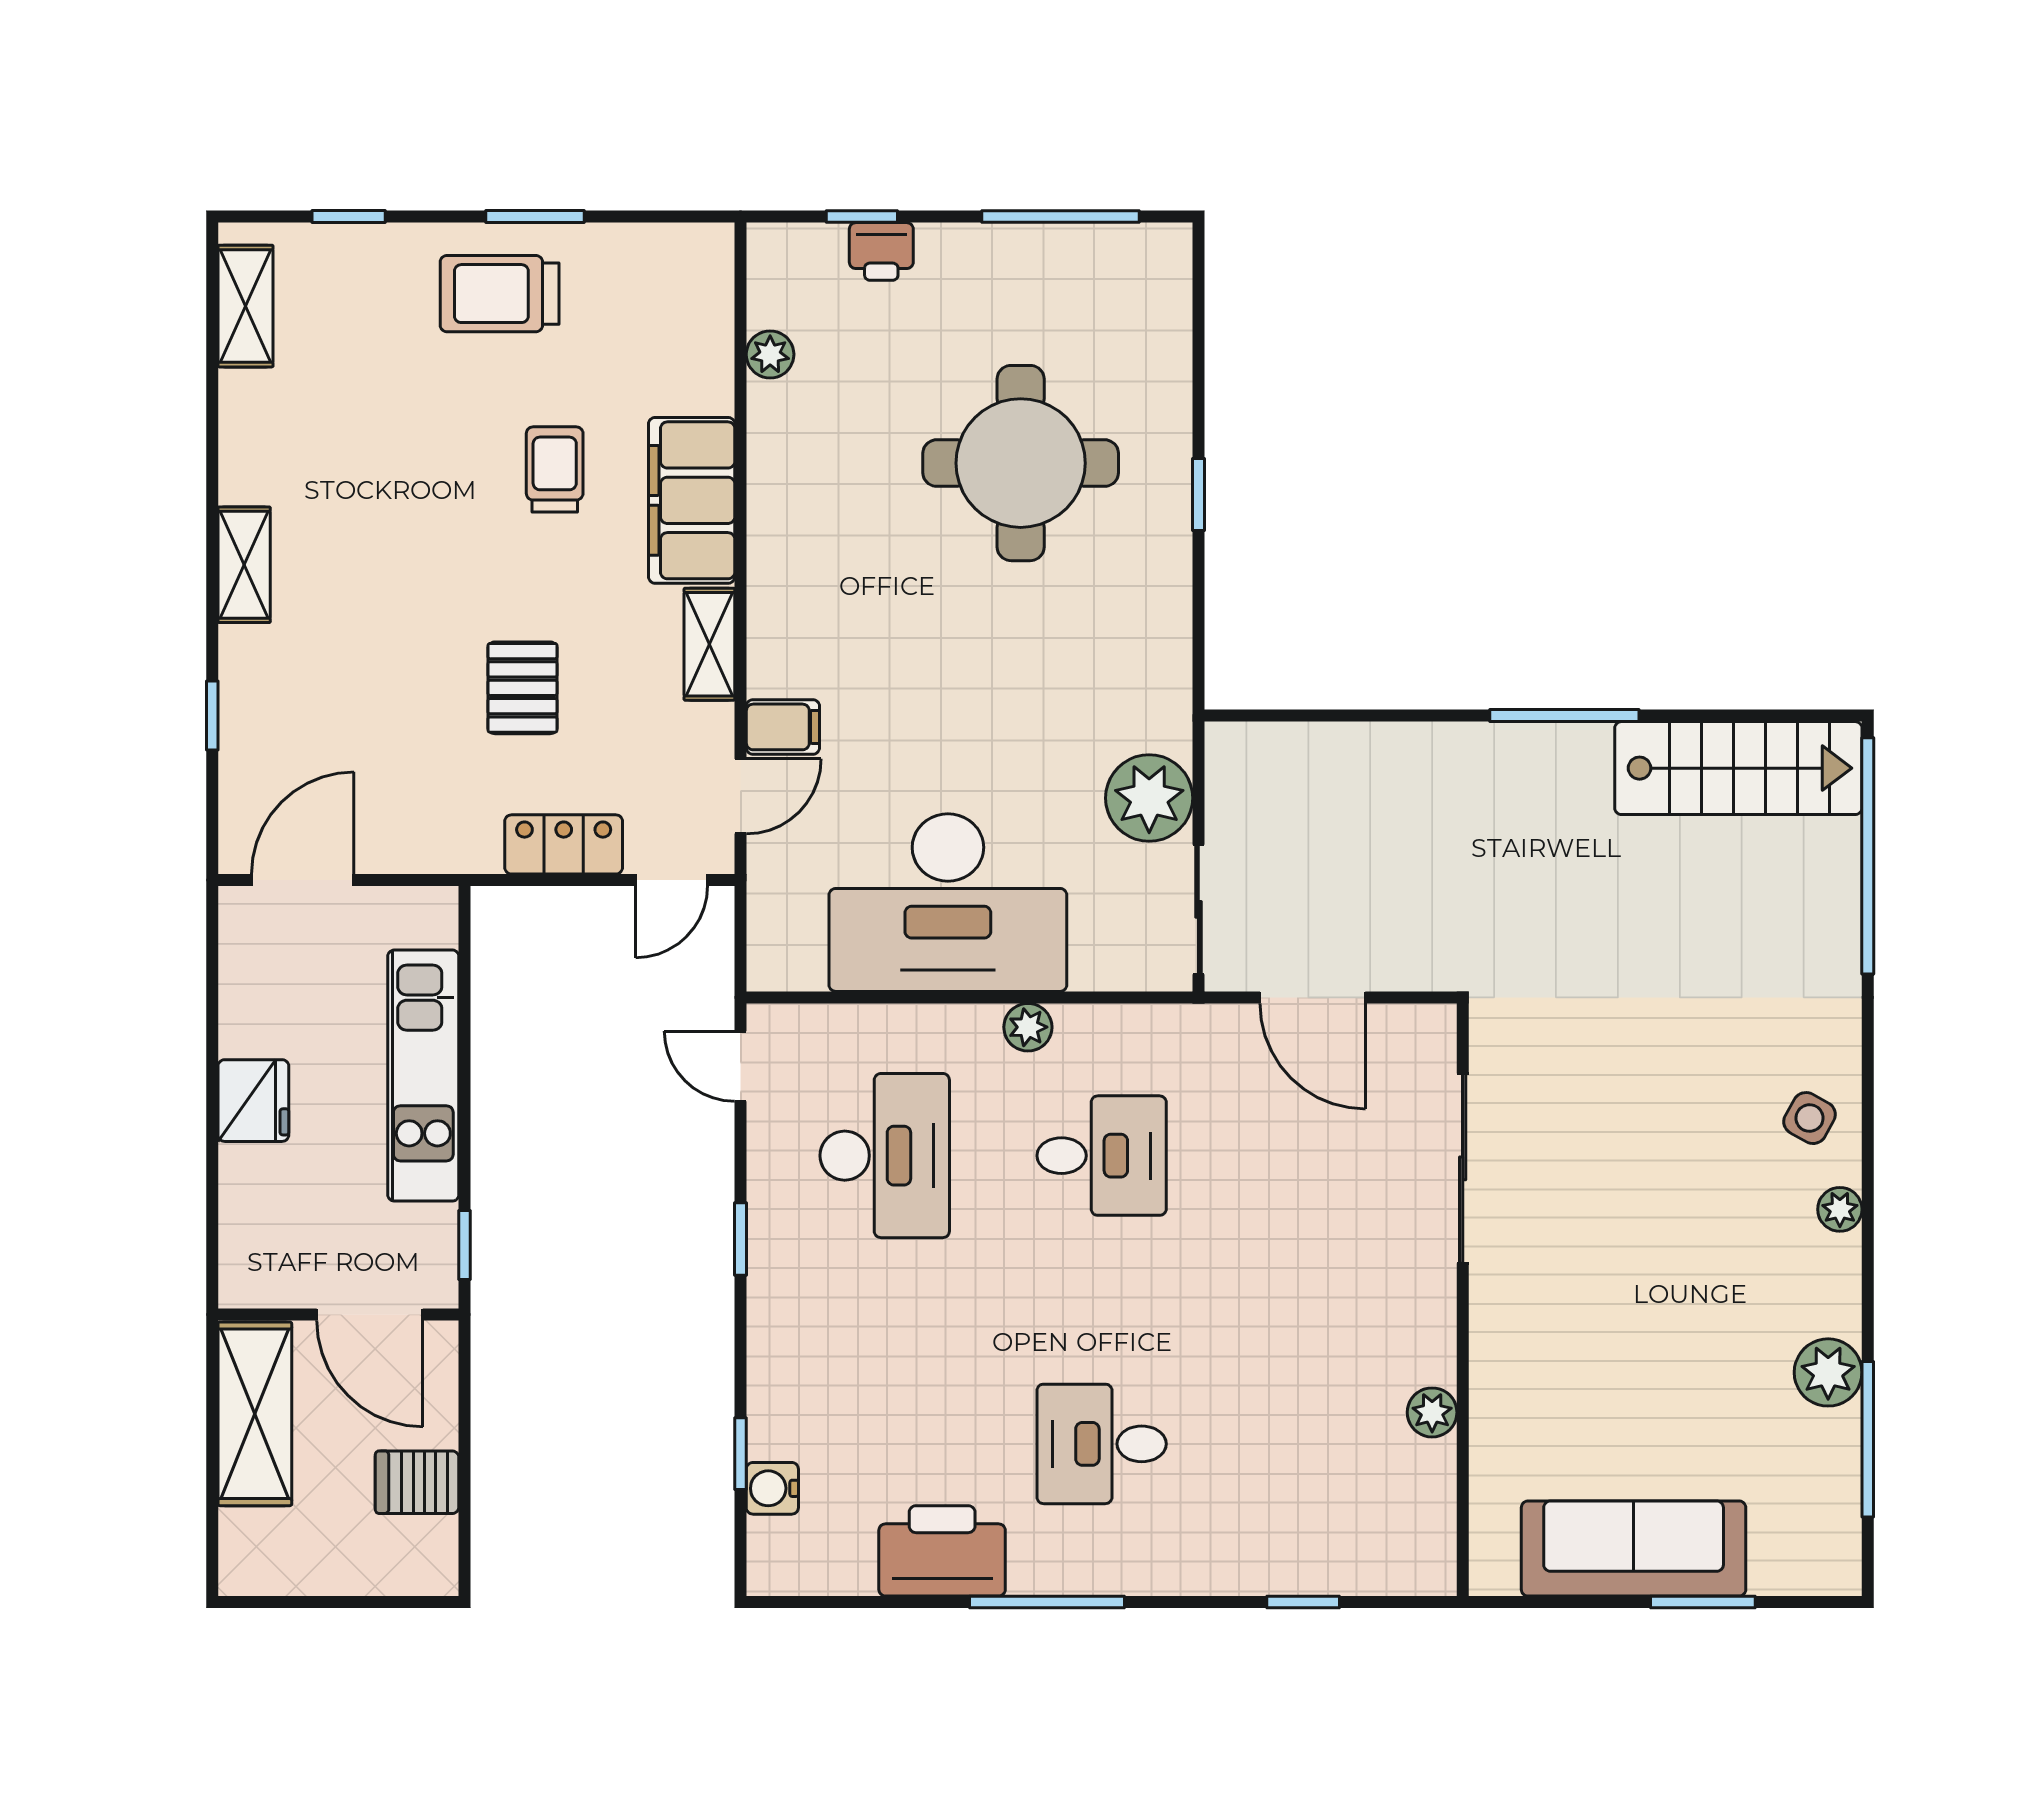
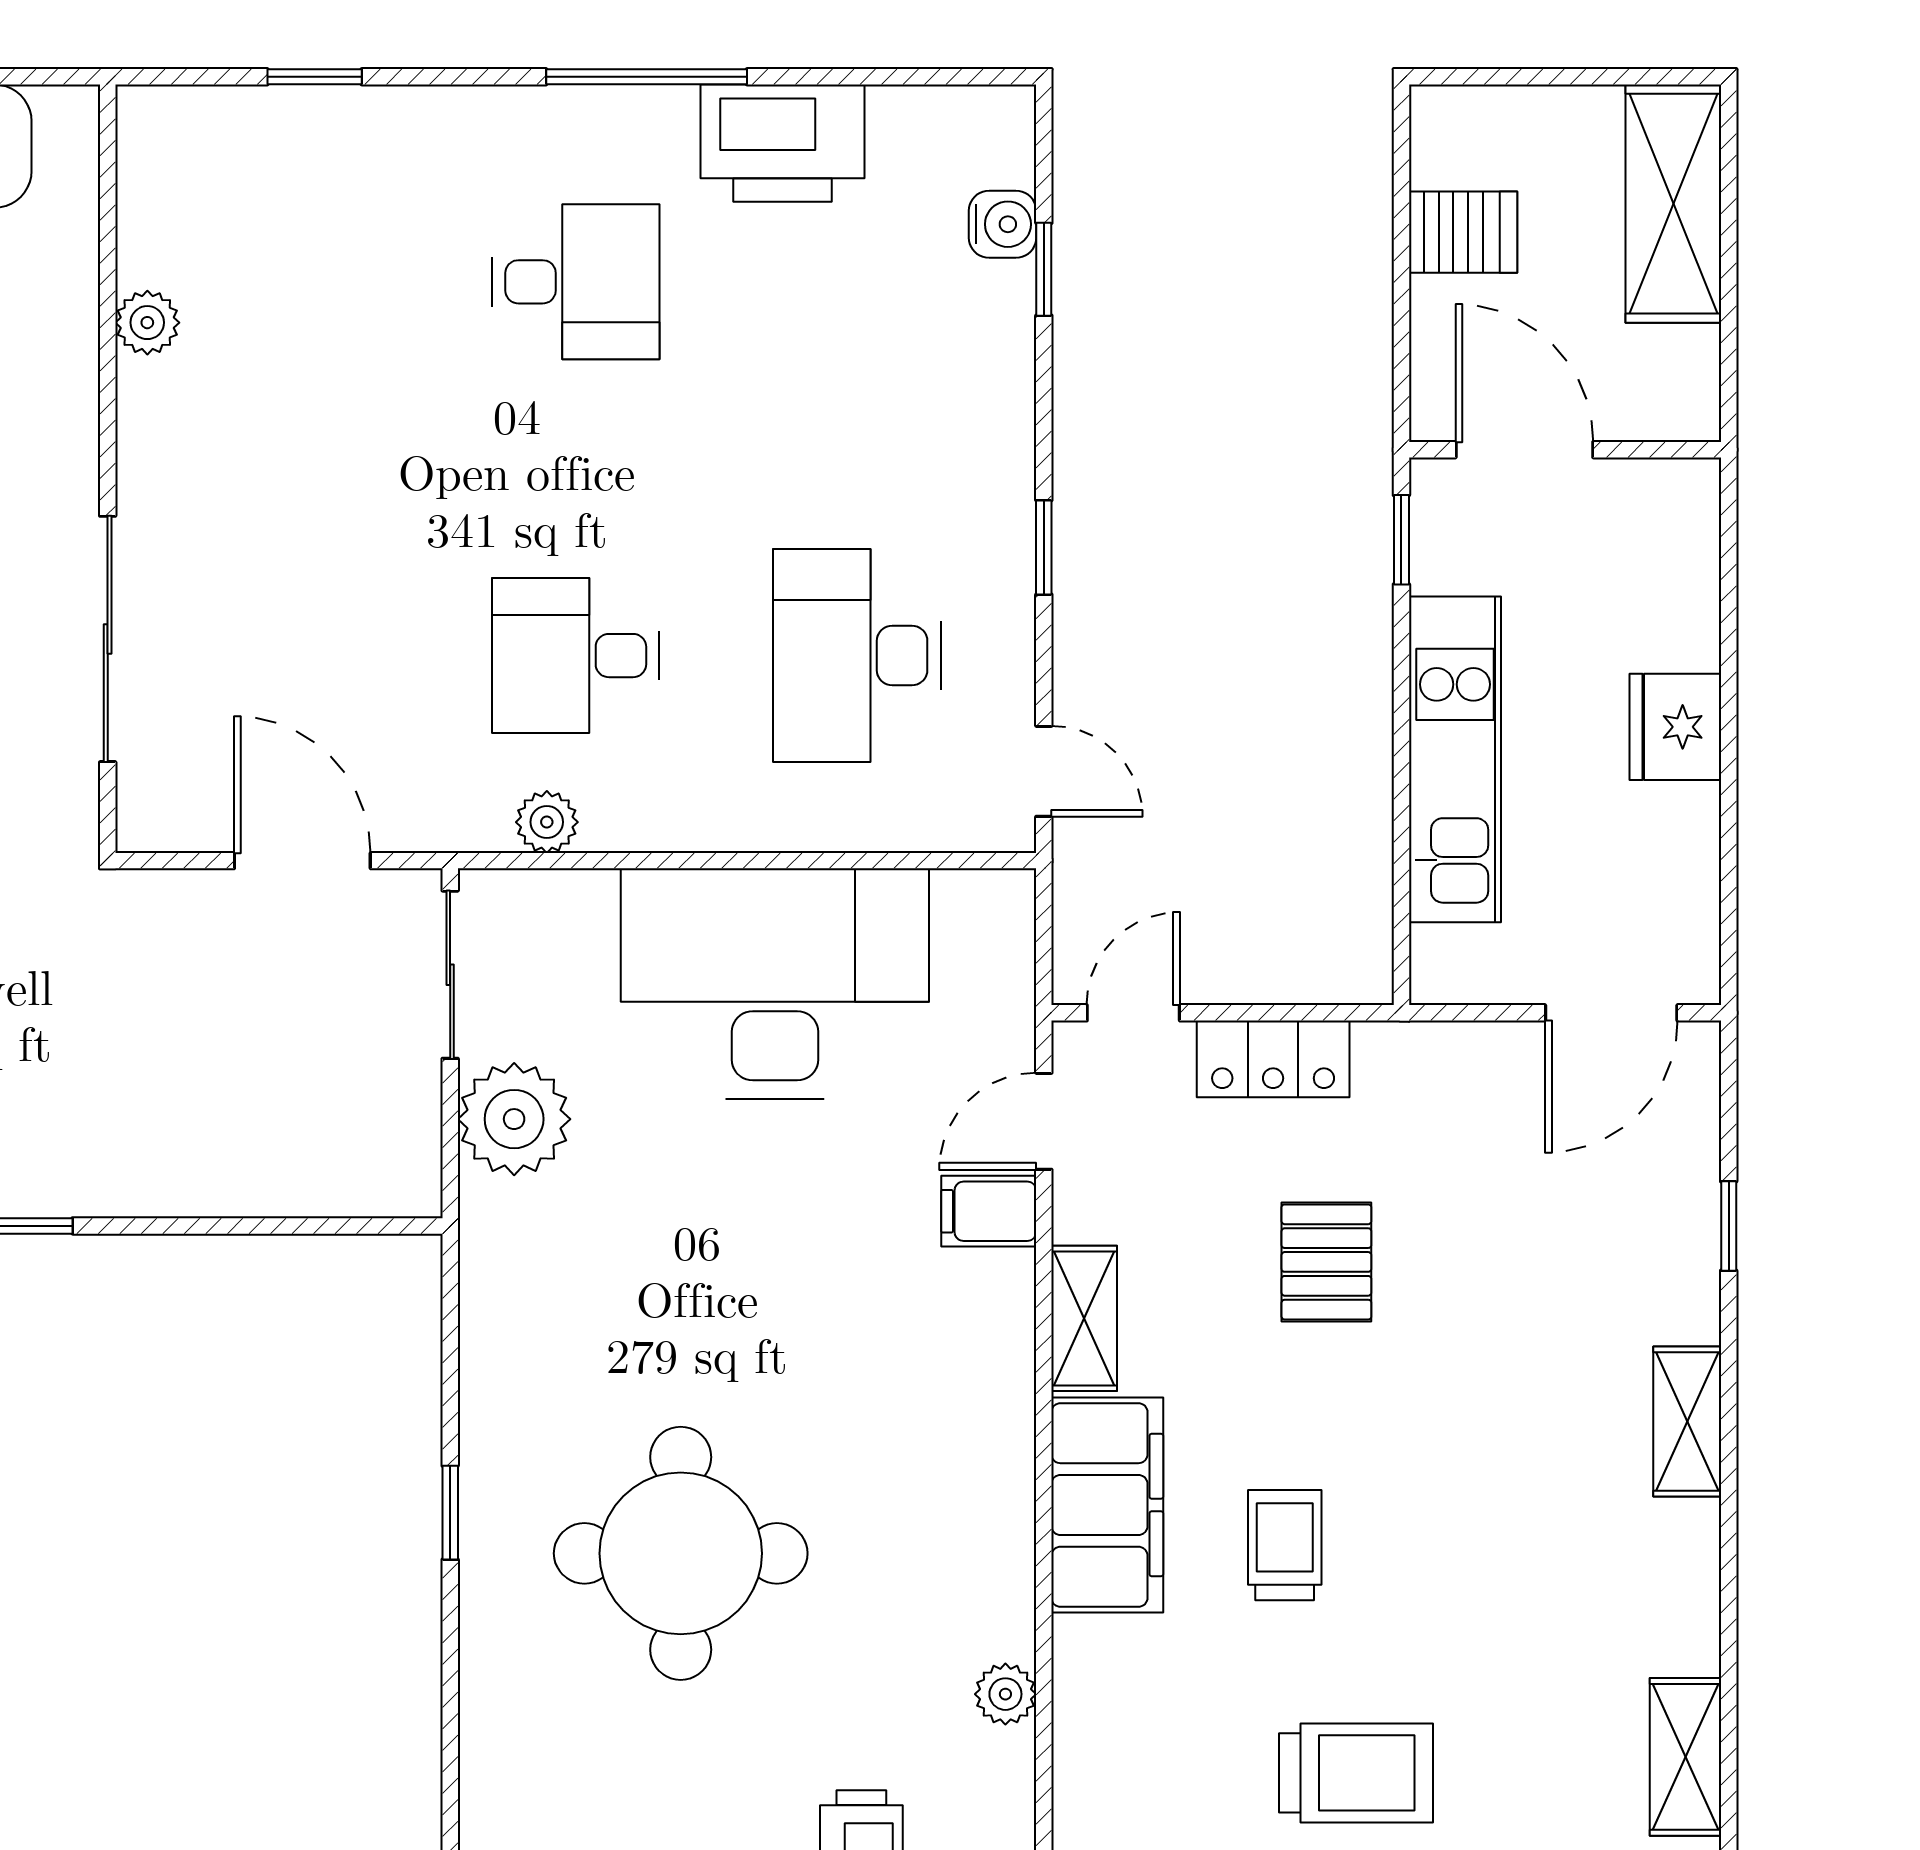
trolley: (555, 469) -> (1285, 1545), turned 180
plant: (1028, 1027) -> (547, 822), moved
shelving: (255, 1414) -> (1673, 204), moved

